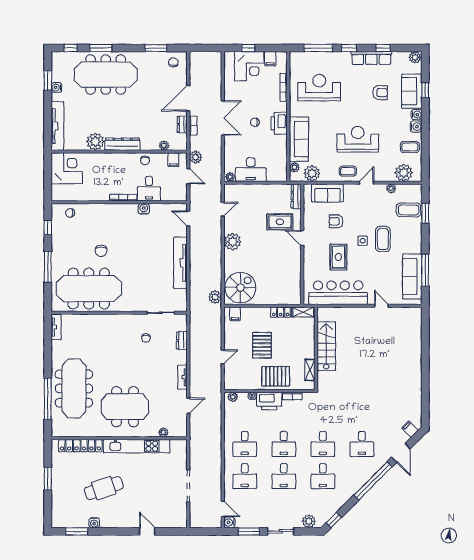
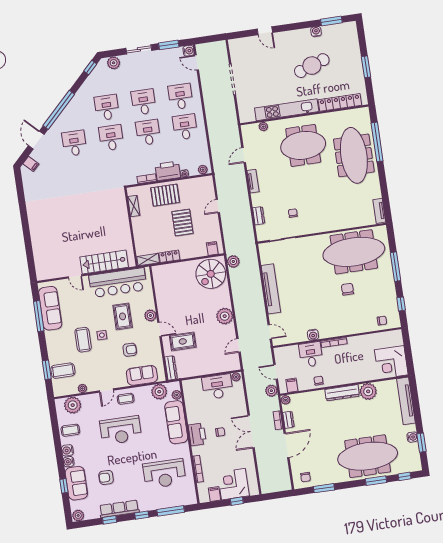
plant: (164, 146) -> (286, 400), moved
plant: (309, 254) -> (150, 316), added
stairs: (326, 346) -> (104, 262), moved, turned 90

